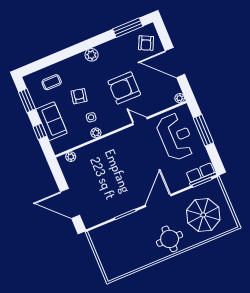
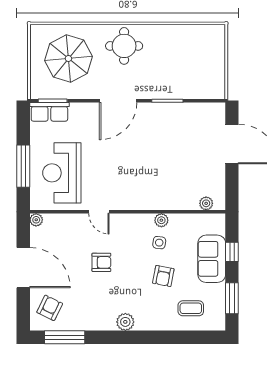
armchair: (124, 88) -> (101, 262), width x0.53, depth x0.53

